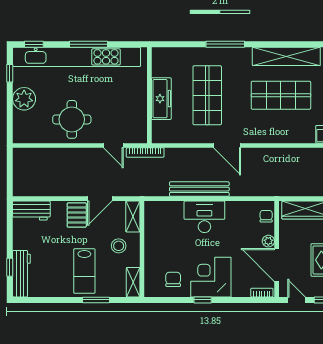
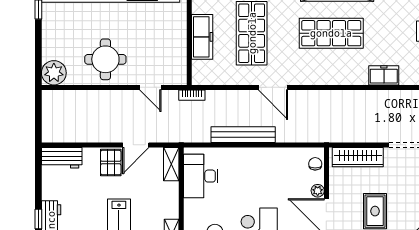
plant: (24, 99) -> (54, 73), moved
bookcase: (145, 153) -> (192, 95), width x0.64
desk: (204, 217) -> (201, 176), moved, turned -90
stool: (119, 246) -> (156, 196), removed

